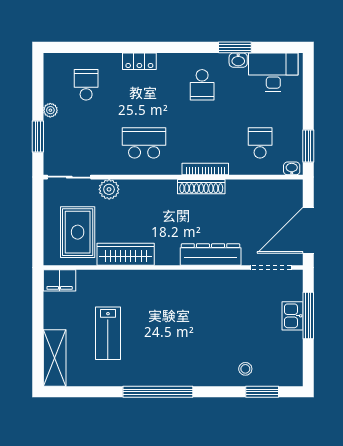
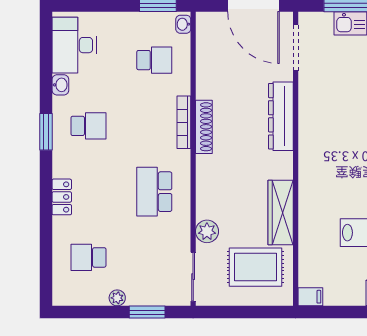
window: (235, 47) -> (46, 132), moved
school desk: (260, 143) -> (154, 60), turned 180
filing cabinet: (60, 280) -> (310, 297), width x0.50

